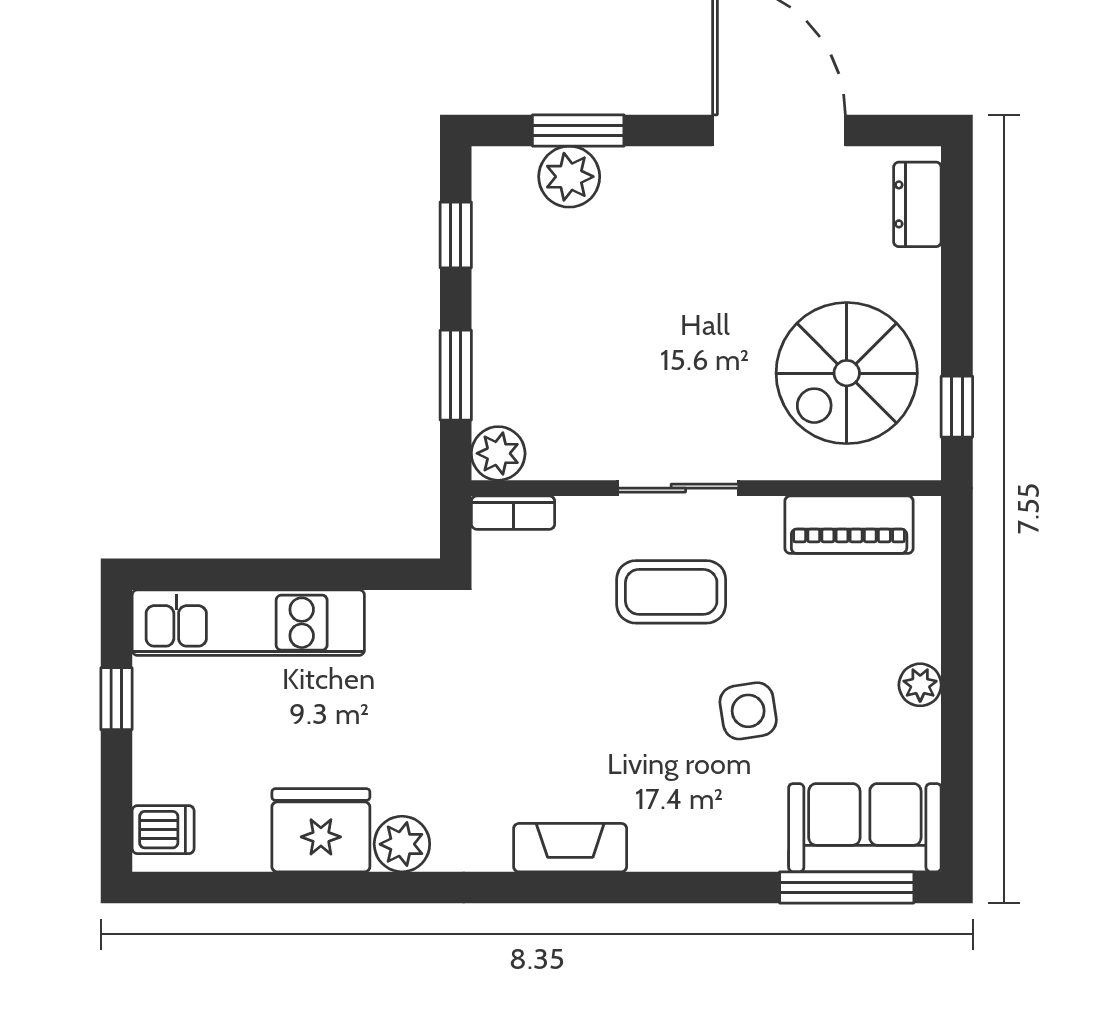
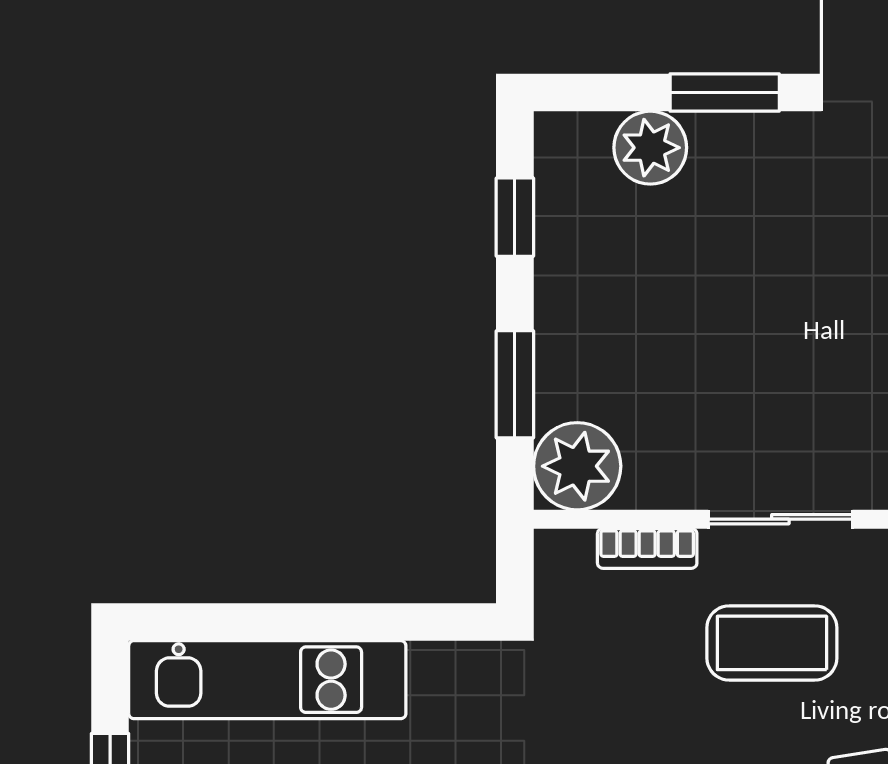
window: (578, 131) -> (725, 93), moved
plant: (498, 453) -> (577, 466), width x1.36, depth x1.36
bookcase: (513, 513) -> (647, 548), moved

